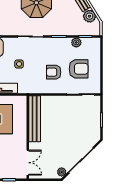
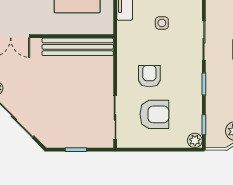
plant: (76, 42) -> (195, 140), moved
armchair: (79, 69) -> (154, 114), turned -90

